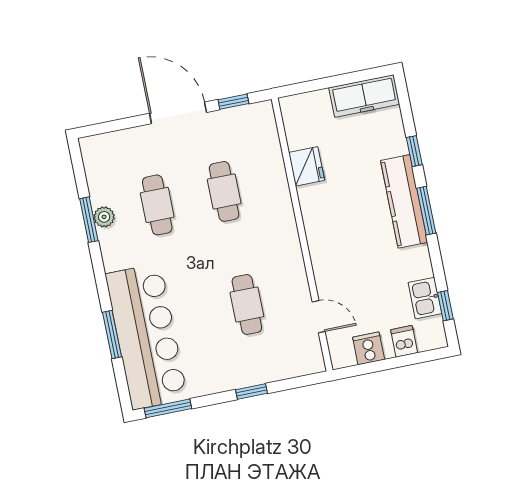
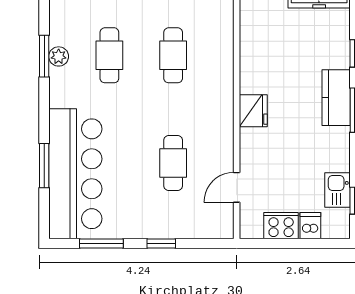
fridge: (307, 166) -> (253, 111), moved
kitchen counter: (404, 201) -> (336, 98), width x0.67
door: (319, 317) -> (237, 187), swing flipped
cooker: (369, 348) -> (281, 226), width x1.36
window: (168, 408) -> (101, 244), moved

